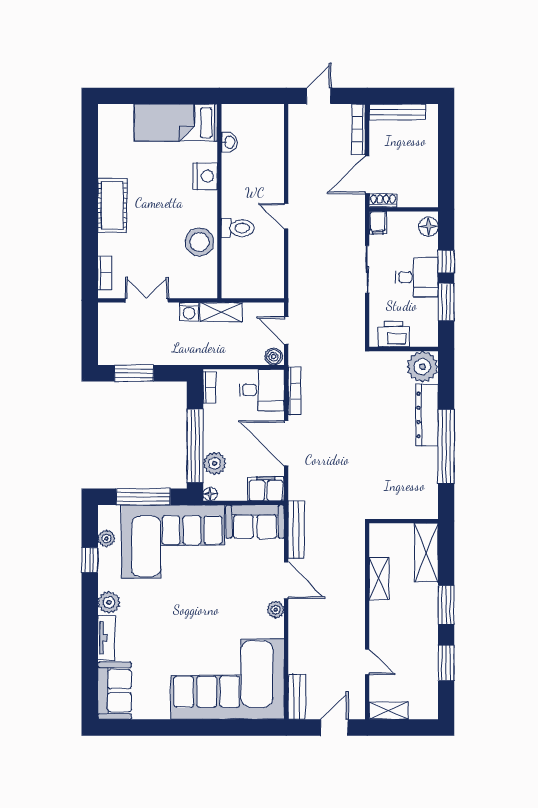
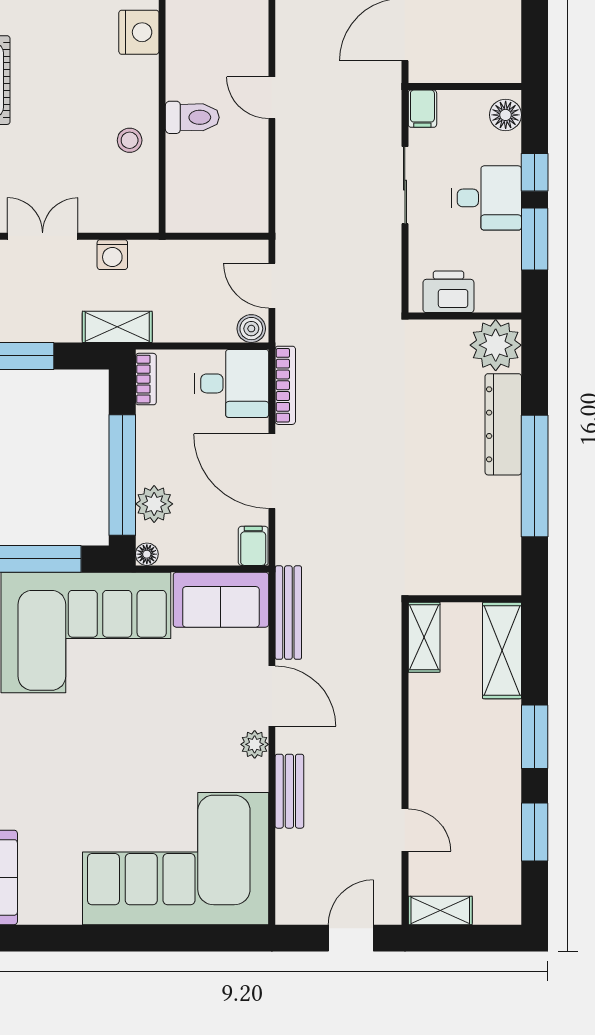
shoe rack: (383, 201) -> (431, 72), removed
stool: (200, 242) -> (130, 140), width x0.53, depth x0.53
shelving: (221, 312) -> (117, 327), moved
filing cabinet: (266, 489) -> (253, 546), width x0.50
shelving: (379, 579) -> (424, 637), moved
bench: (297, 697) -> (289, 791), moved

